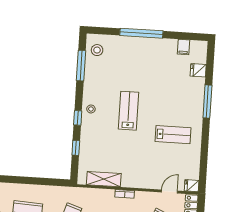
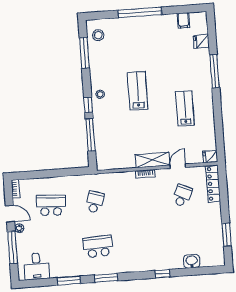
lab bench: (173, 135) -> (185, 109), turned -90
window: (76, 148) -> (90, 135), width x2.17
shelving: (104, 179) -> (152, 160), moved
door: (169, 191) -> (178, 166), moved

